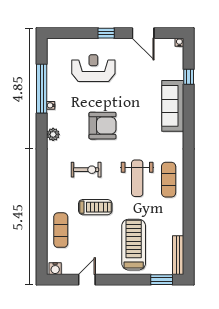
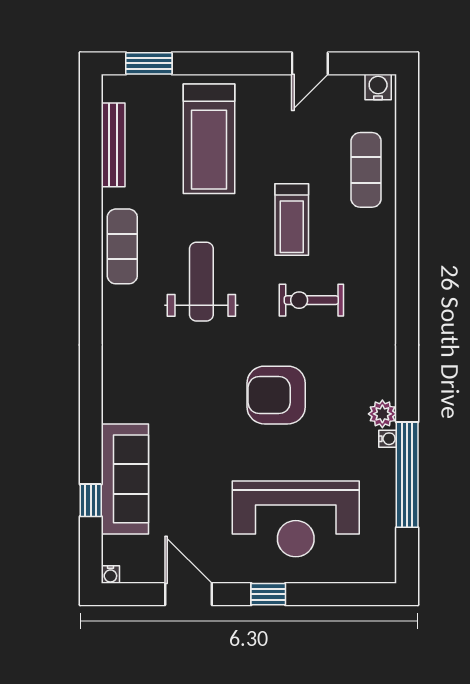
reception desk: (93, 68) -> (296, 519), width x1.36, depth x1.30
sofa: (173, 106) -> (125, 479), moved
plant: (53, 134) -> (382, 414), moved
exercise mat: (169, 180) -> (122, 246), moved
treadmill: (95, 207) -> (292, 220), turned -90
bench: (178, 255) -> (113, 145), moved

